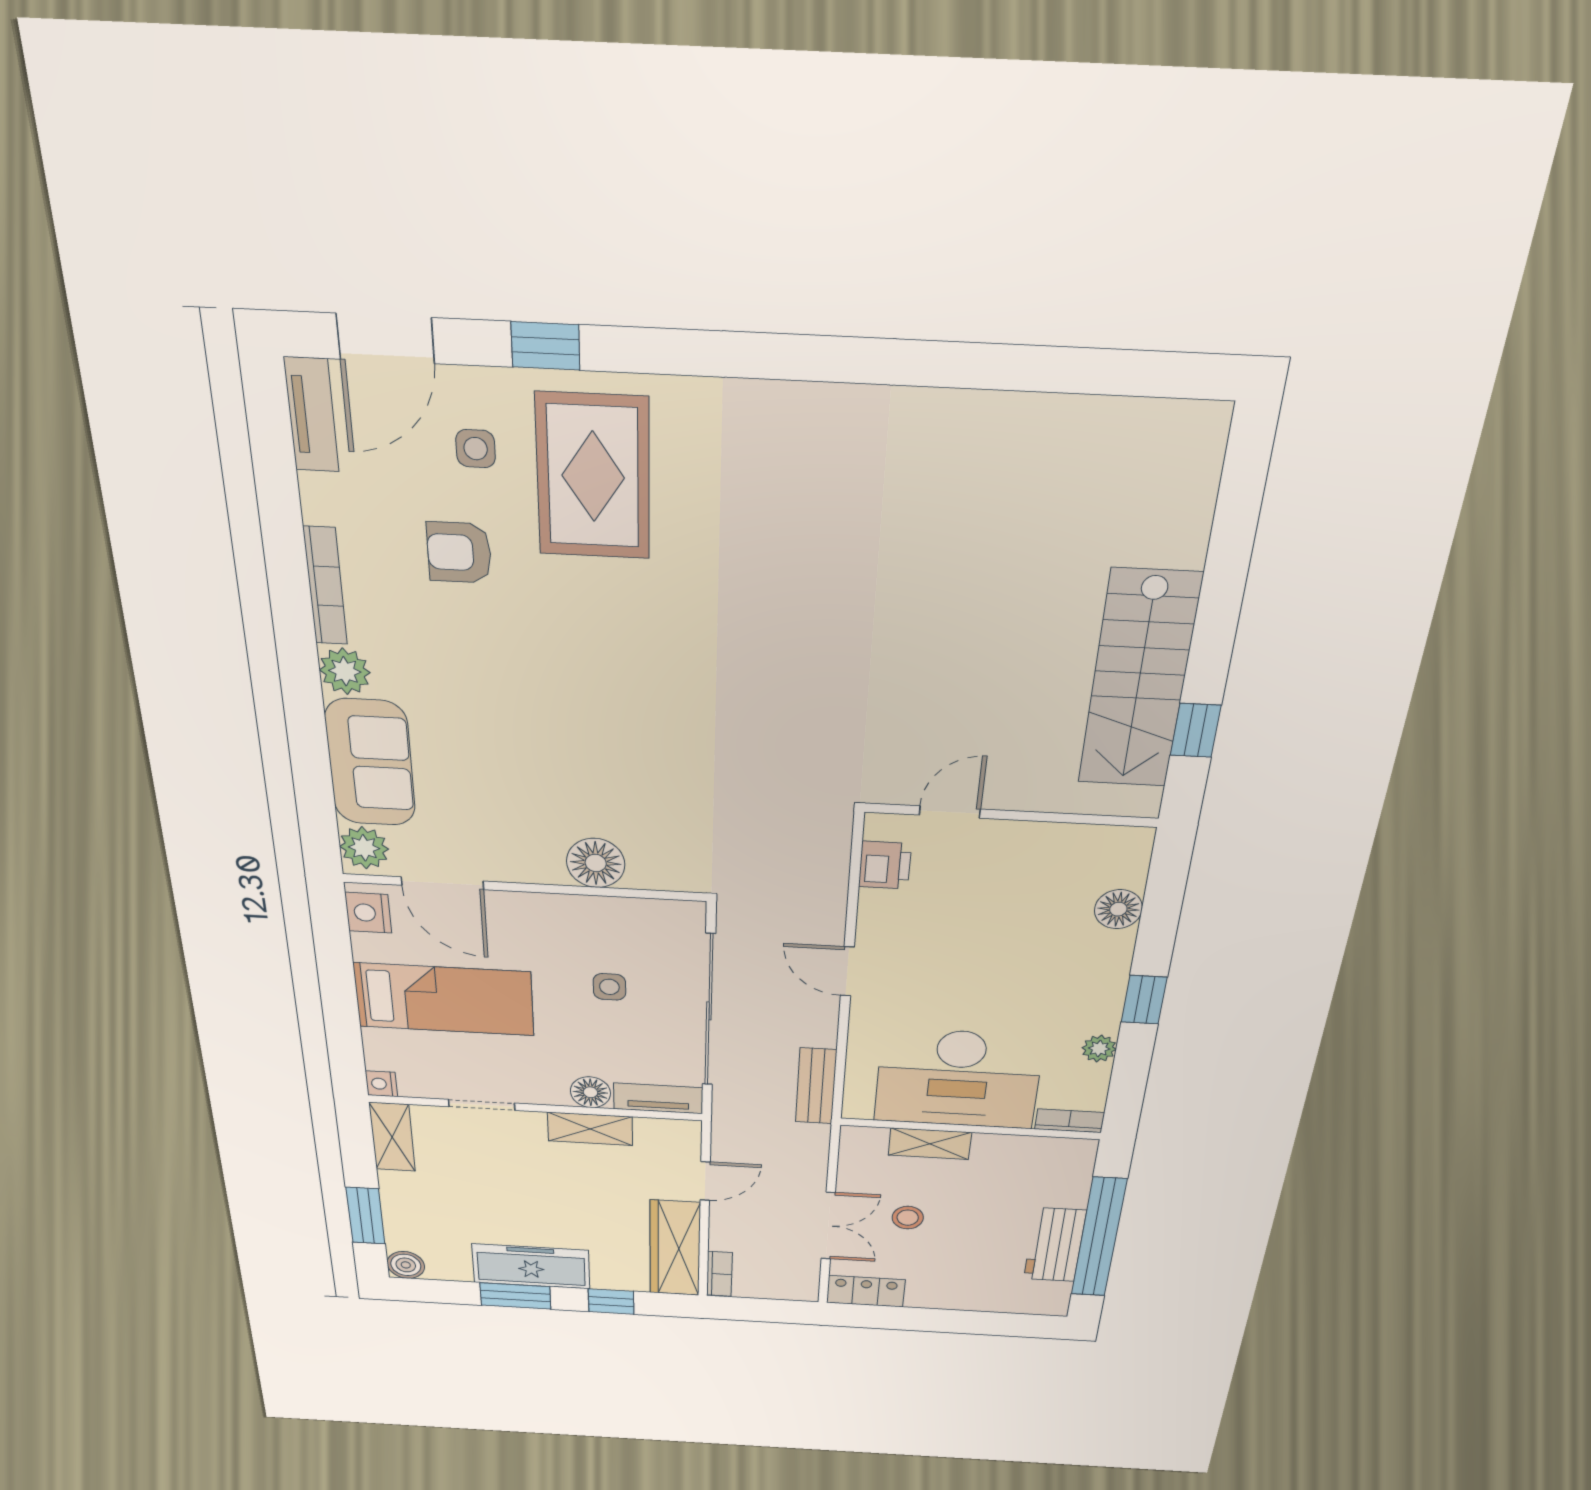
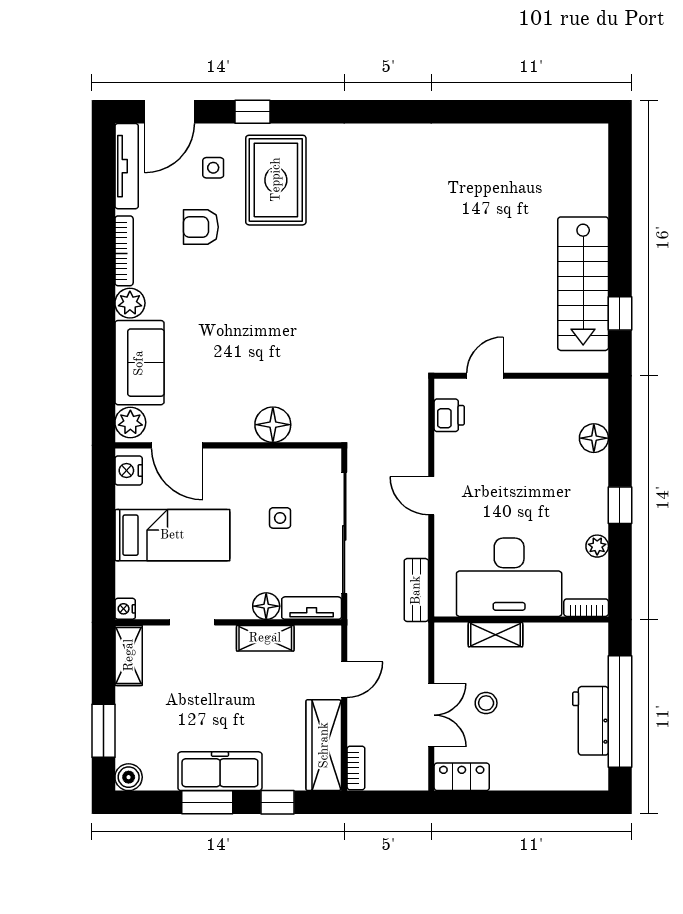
tv unit: (311, 415) -> (127, 166), width x1.41

